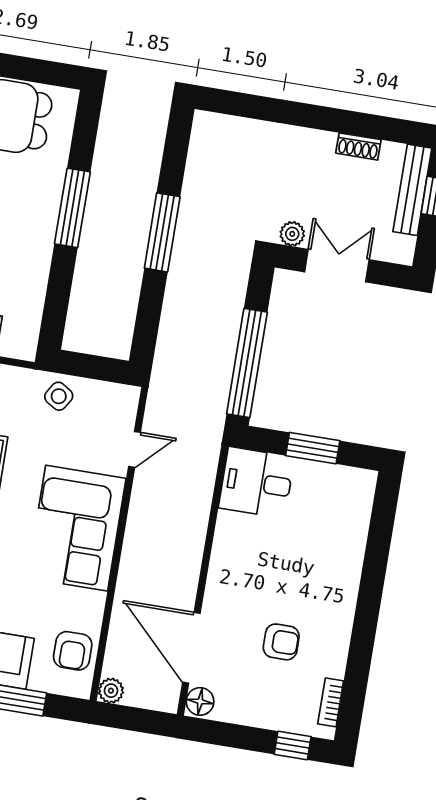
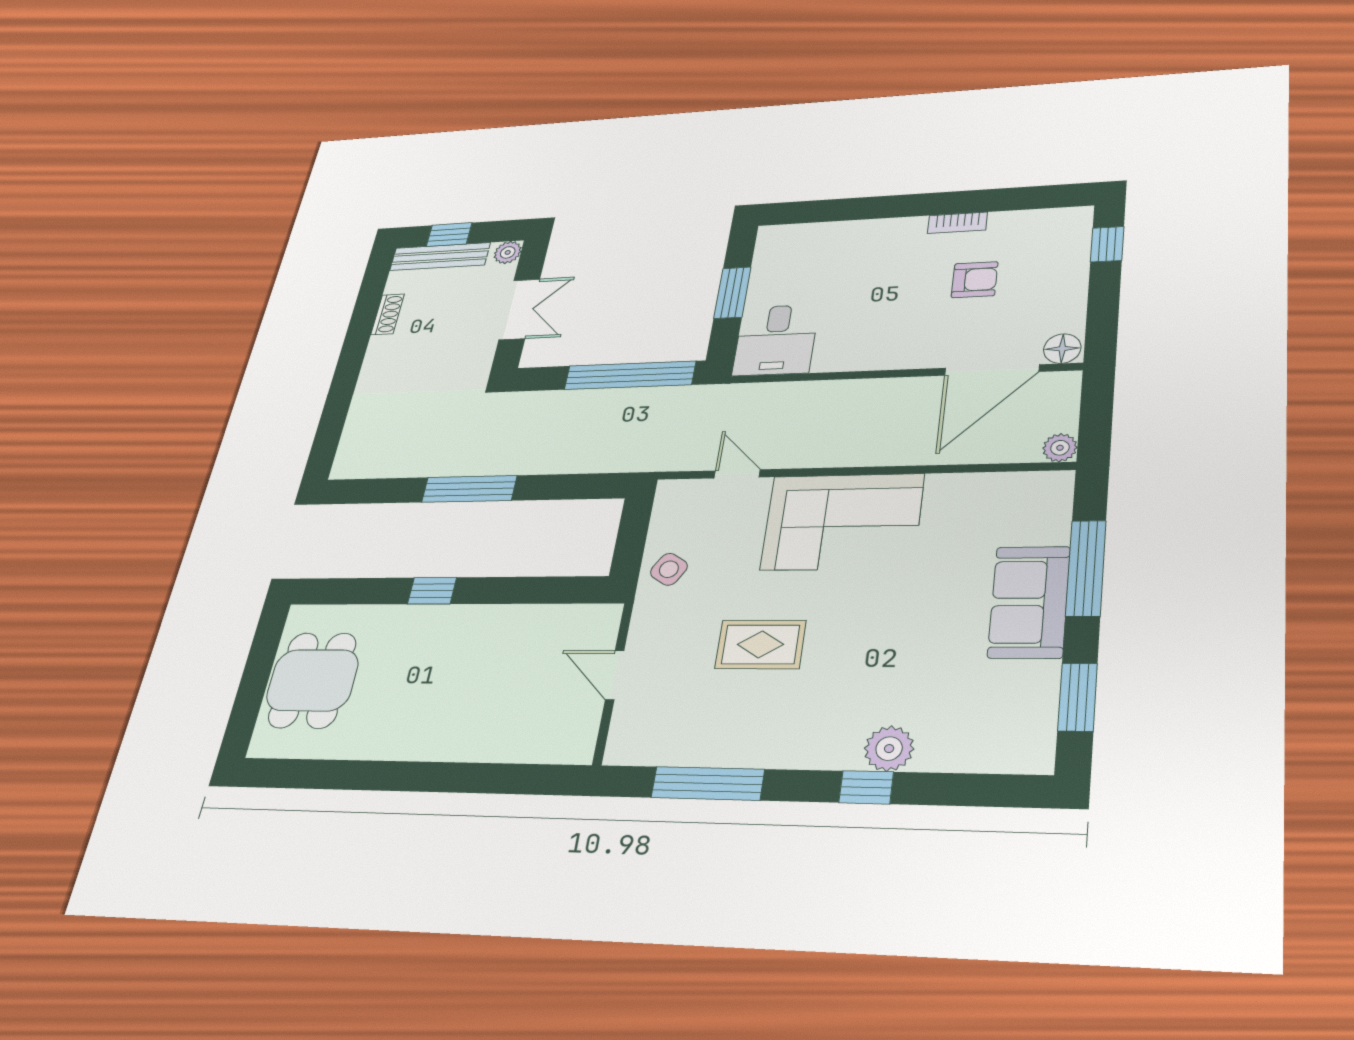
window: (72, 208) -> (432, 591), width x0.46
plant: (292, 234) -> (508, 252), moved
double door: (337, 266) -> (519, 309), swing flipped
armchair: (281, 642) -> (975, 280), turned 90
armchair: (73, 651) -> (1010, 500), removed
bookcase: (331, 702) -> (957, 223), moved

